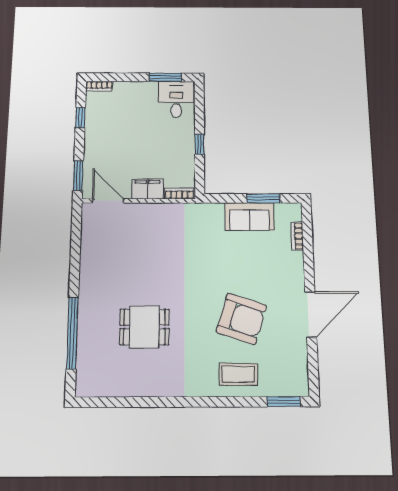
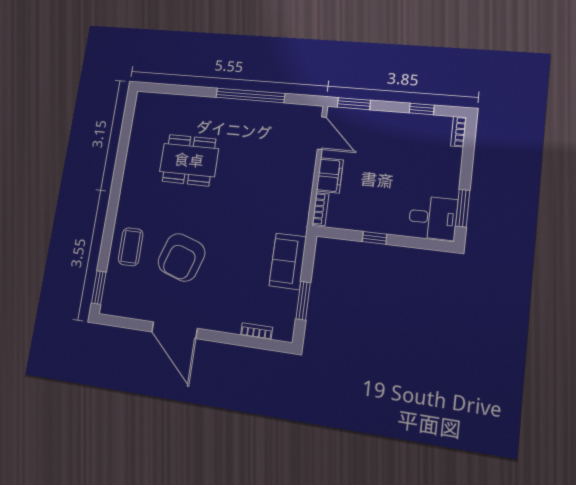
door: (108, 201) -> (322, 133), hinge flipped
sofa: (249, 216) -> (288, 261), moved
dining table: (144, 327) -> (189, 160), width x1.38
window: (72, 333) -> (250, 95), moved

